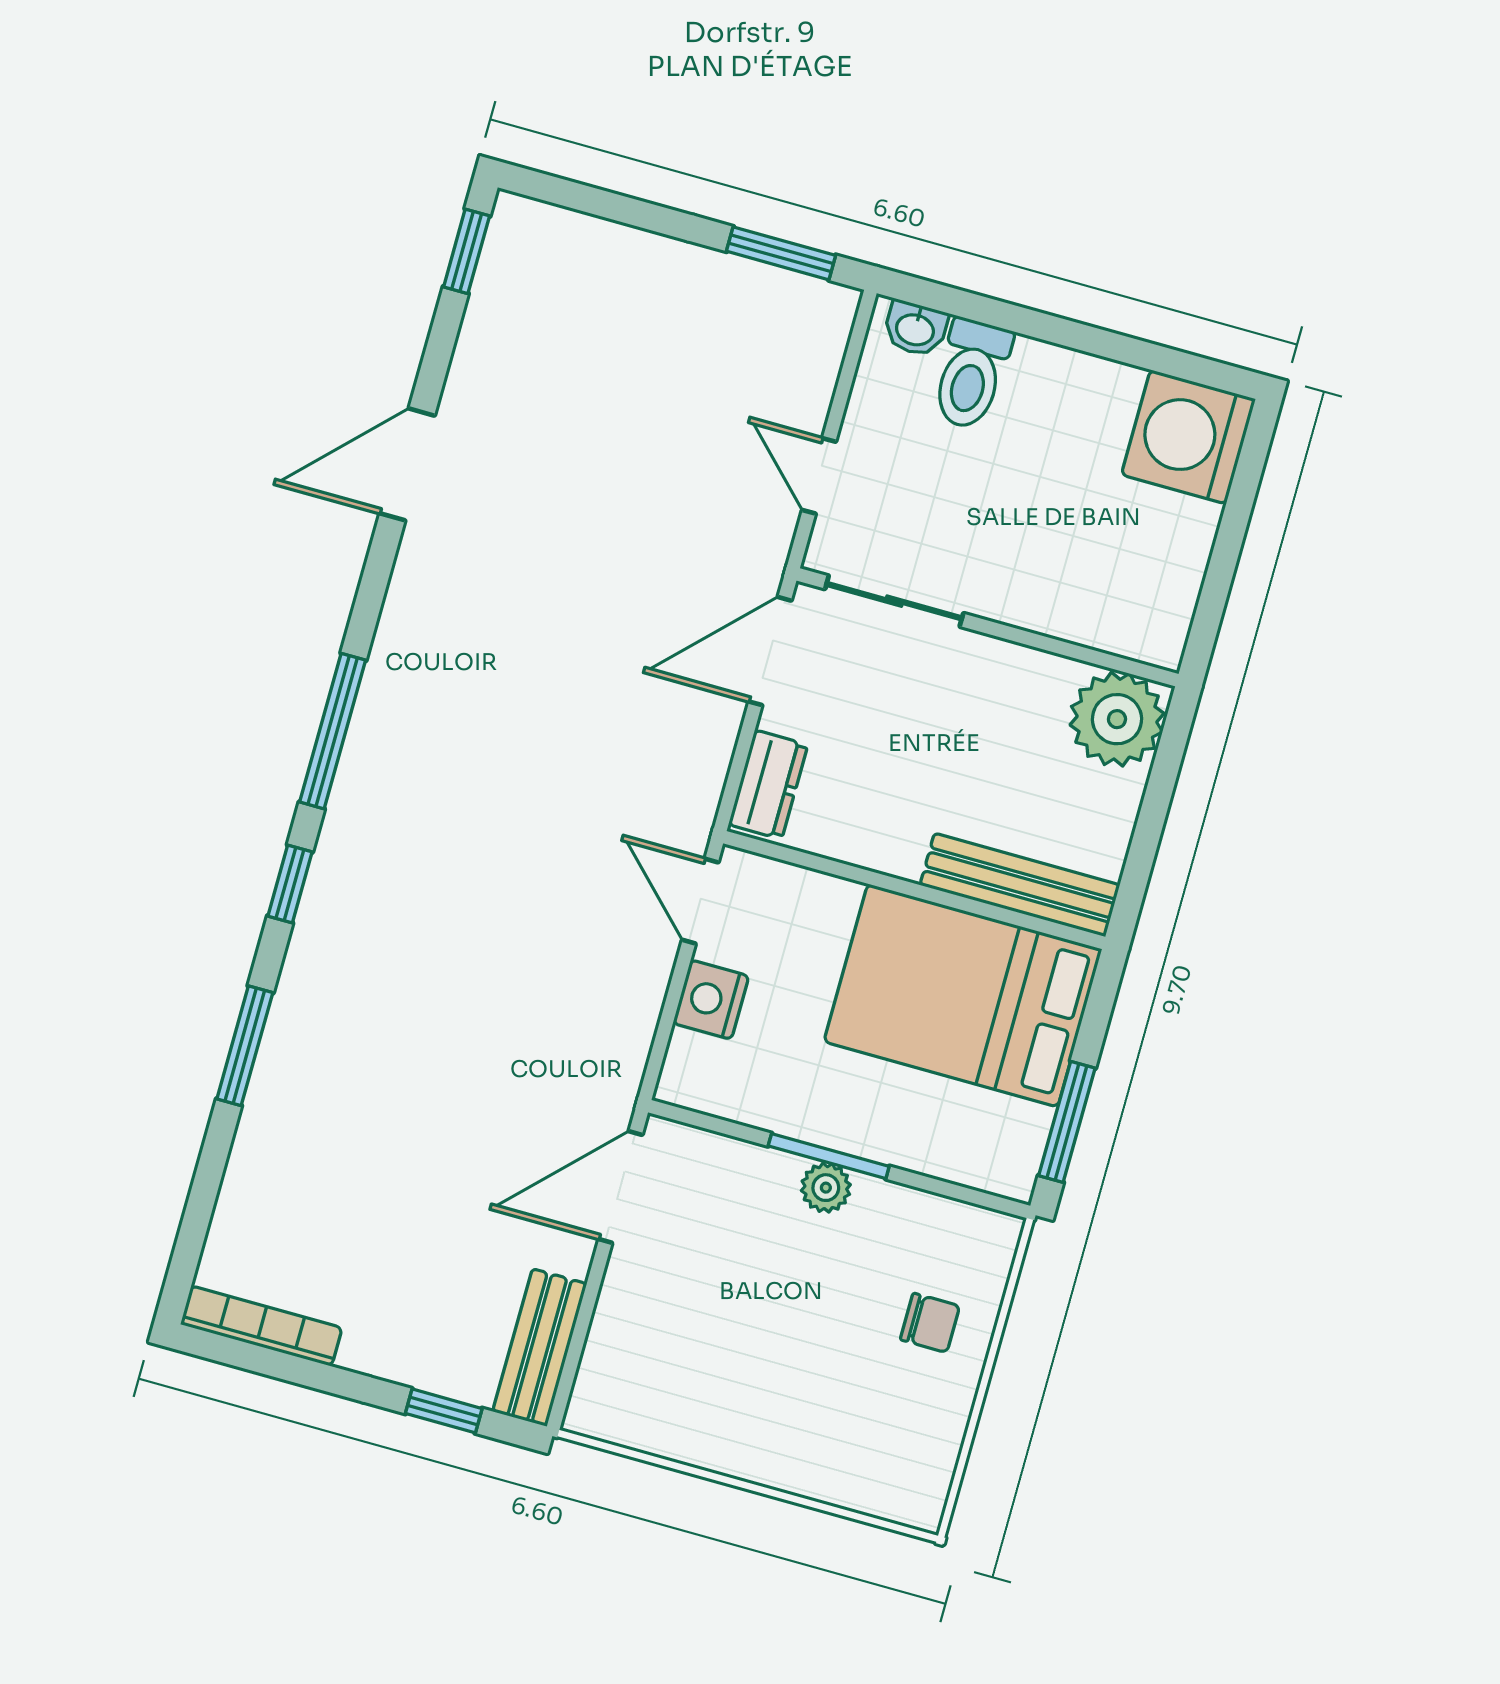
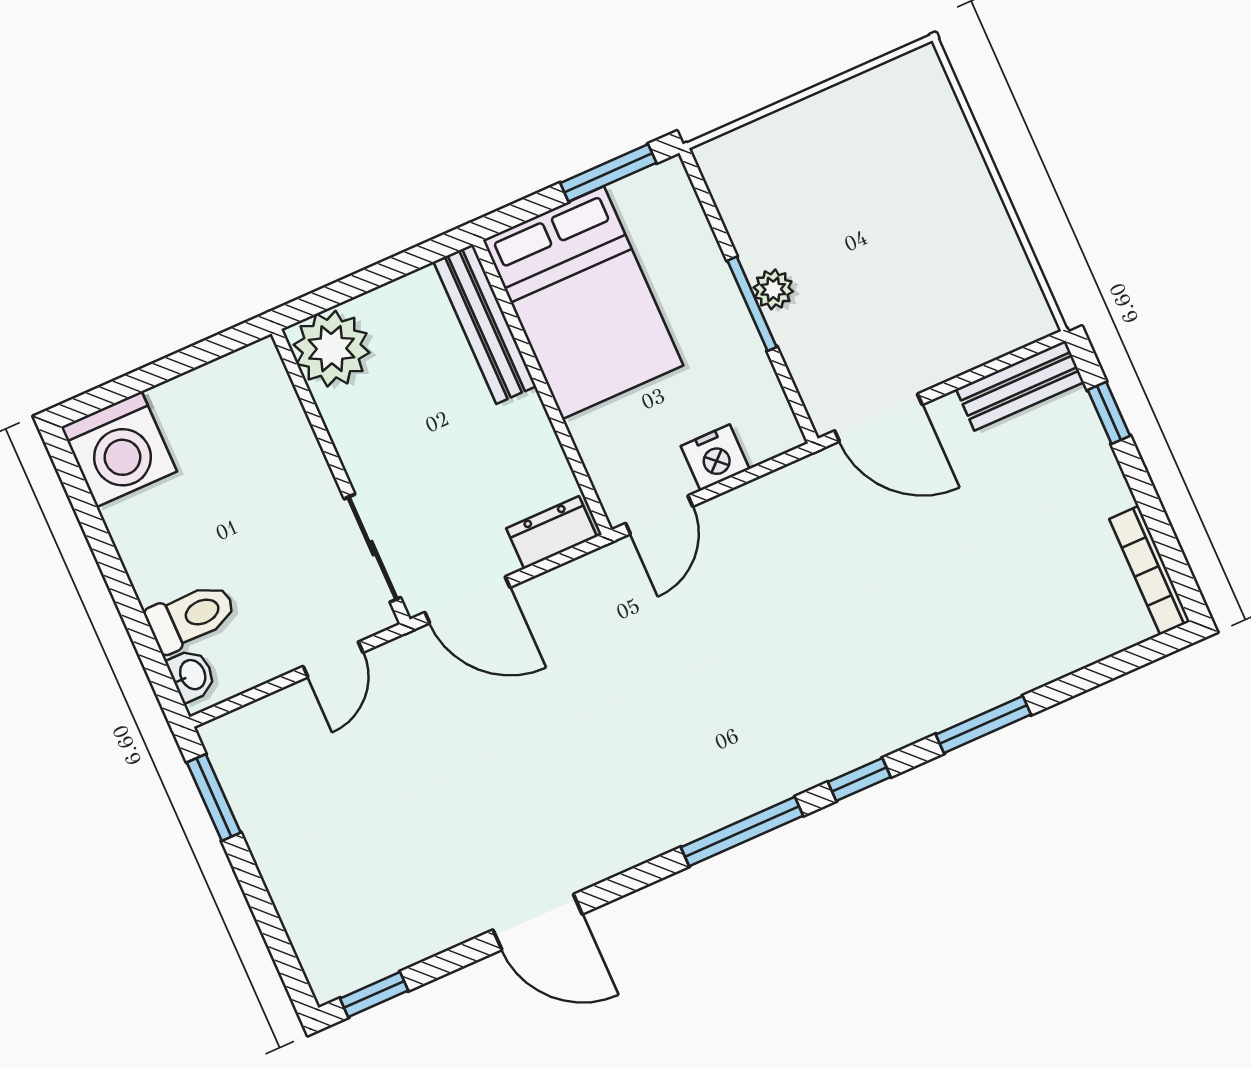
chair: (930, 1323) -> (804, 155), removed

